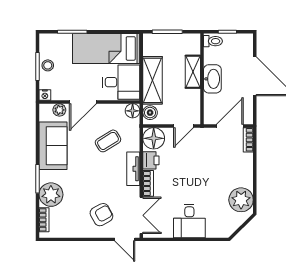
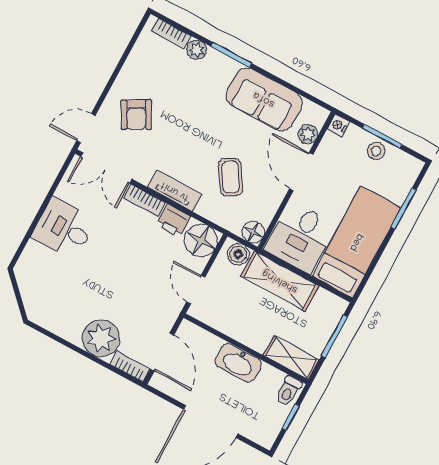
shelving: (193, 72) -> (291, 358), moved
plant: (51, 195) -> (197, 50), width x0.53, depth x0.53
plant: (241, 200) -> (101, 338), moved

